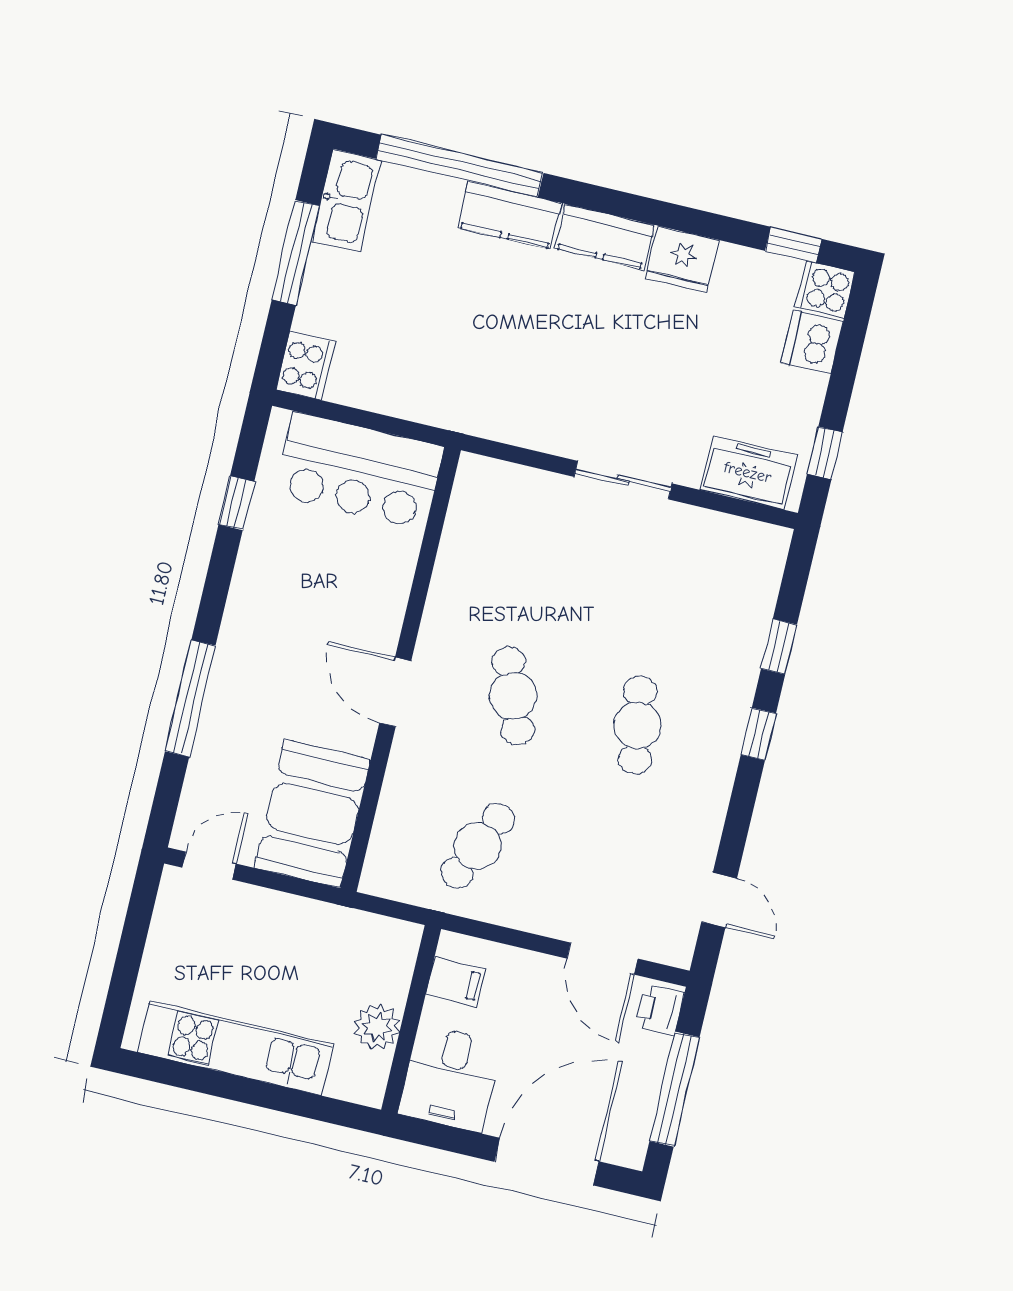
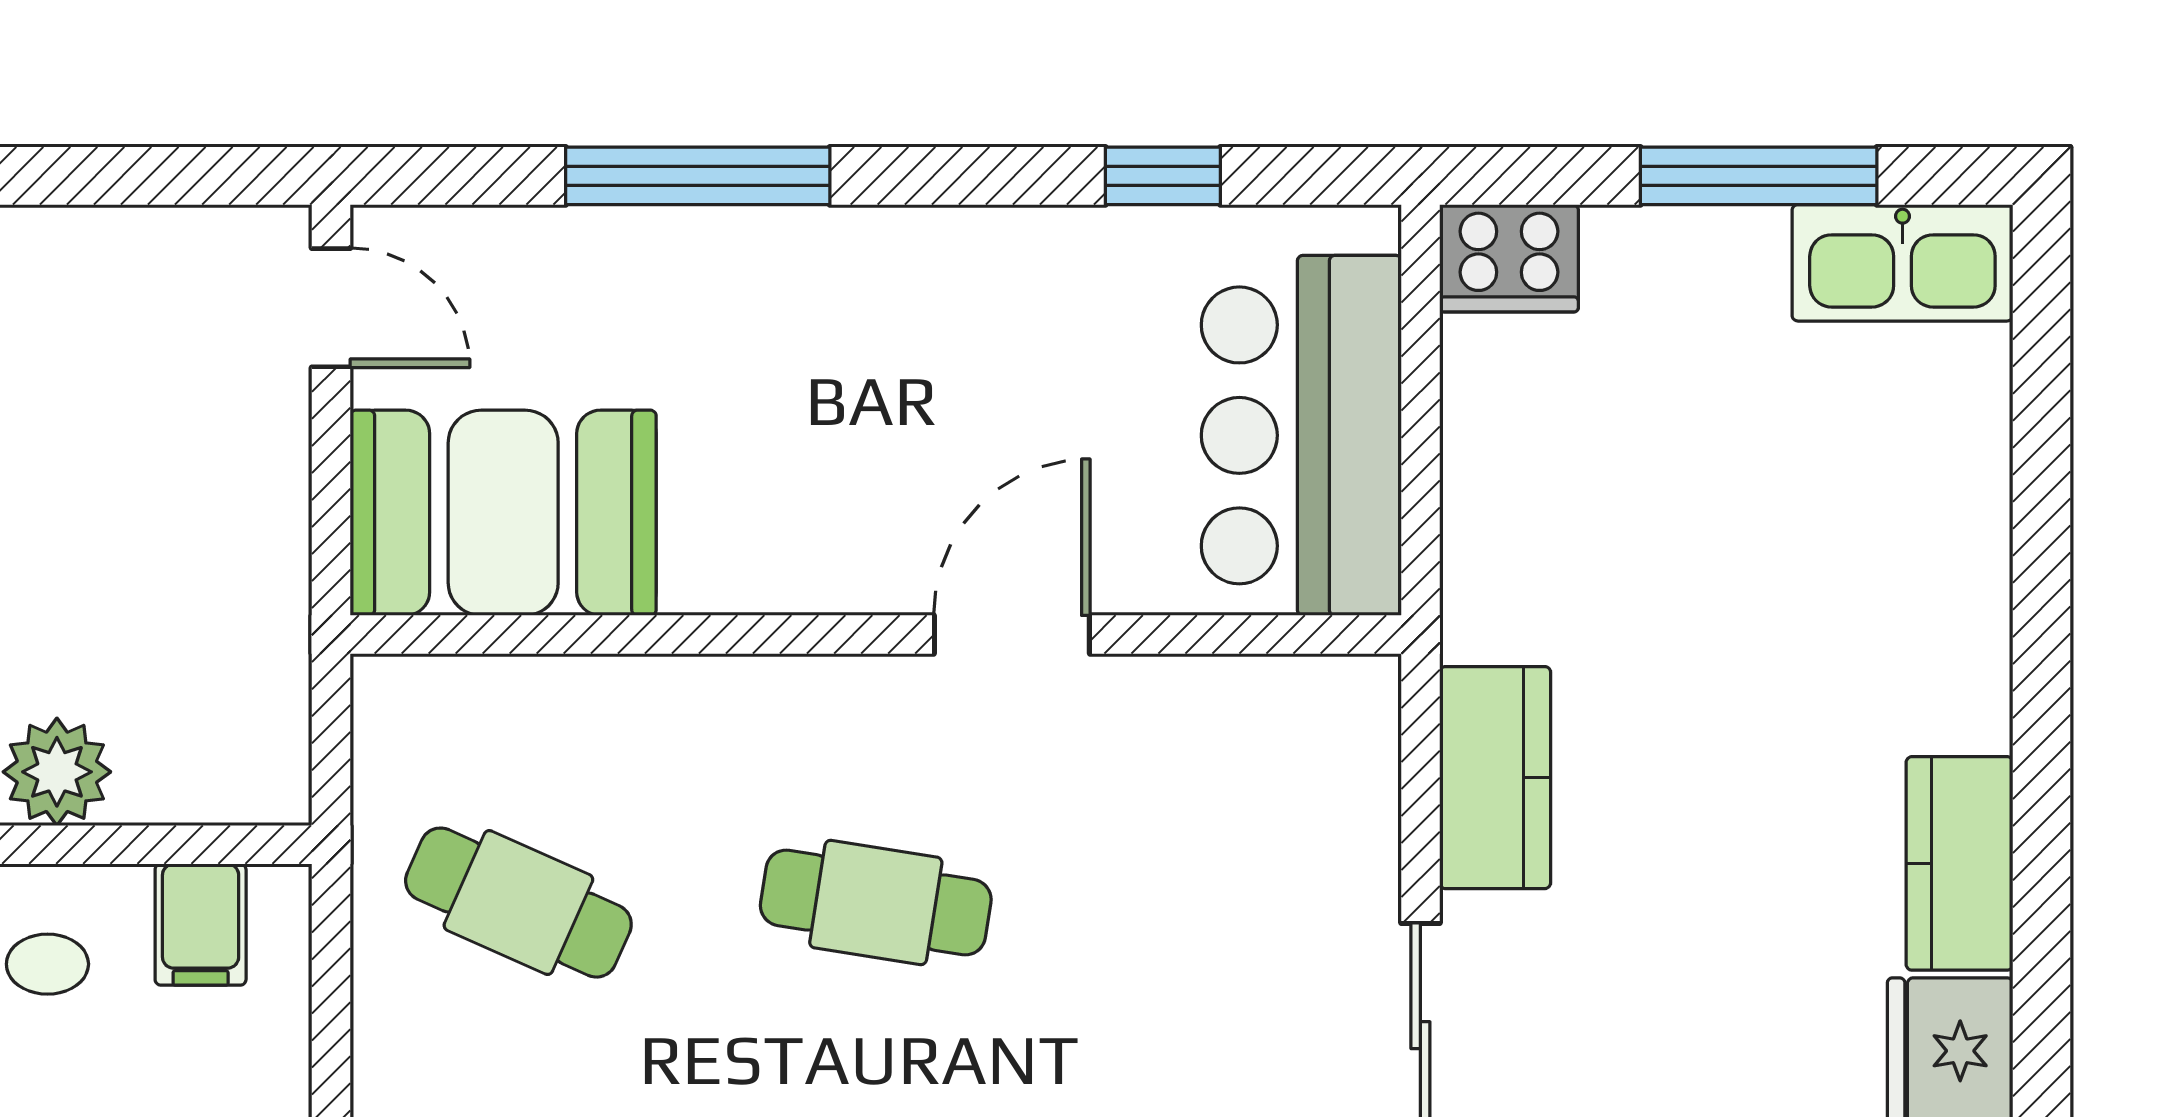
window: (460, 166) -> (2042, 499), removed
kitchen counter: (509, 215) -> (1495, 778), moved, turned 180
door: (395, 692) -> (1012, 635), moved
cafe table: (513, 696) -> (876, 903), turned 30

